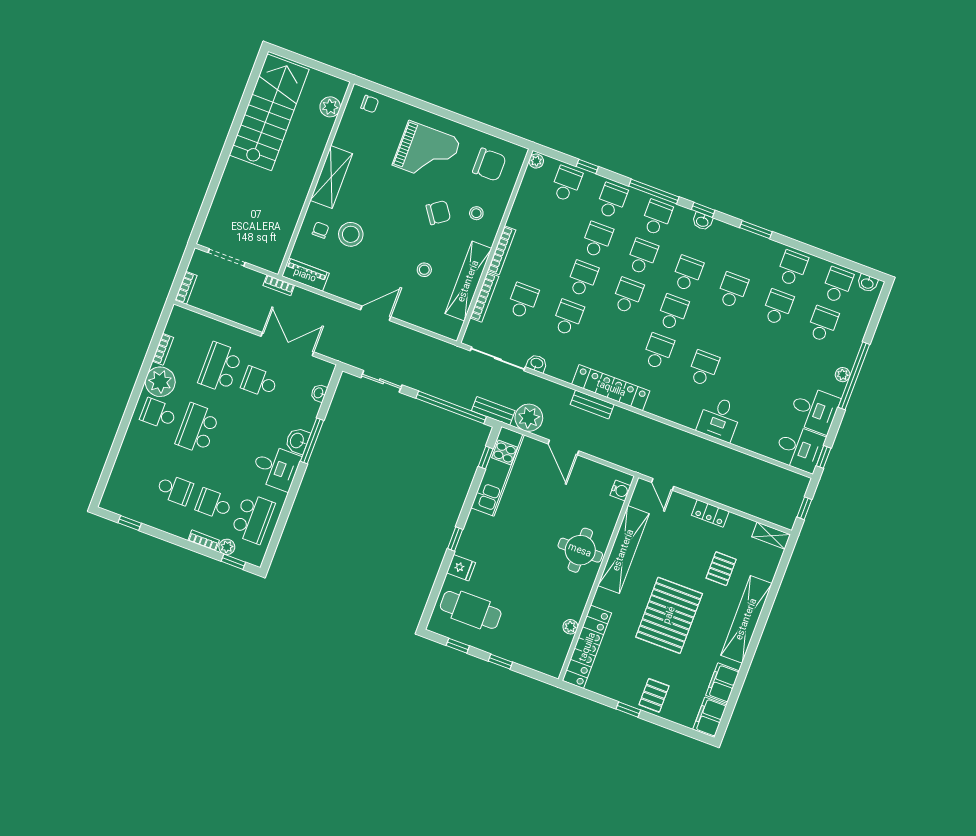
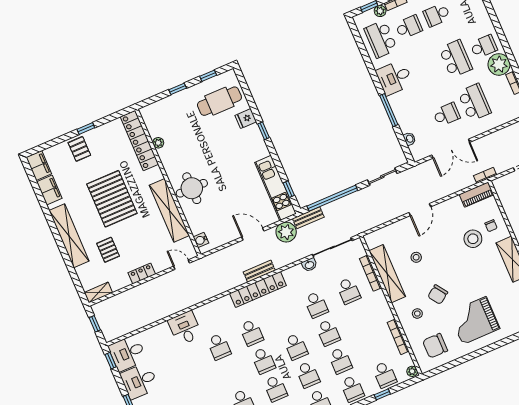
bookcase: (502, 250) -> (398, 337), moved
washbasin: (297, 441) -> (397, 103), removed

